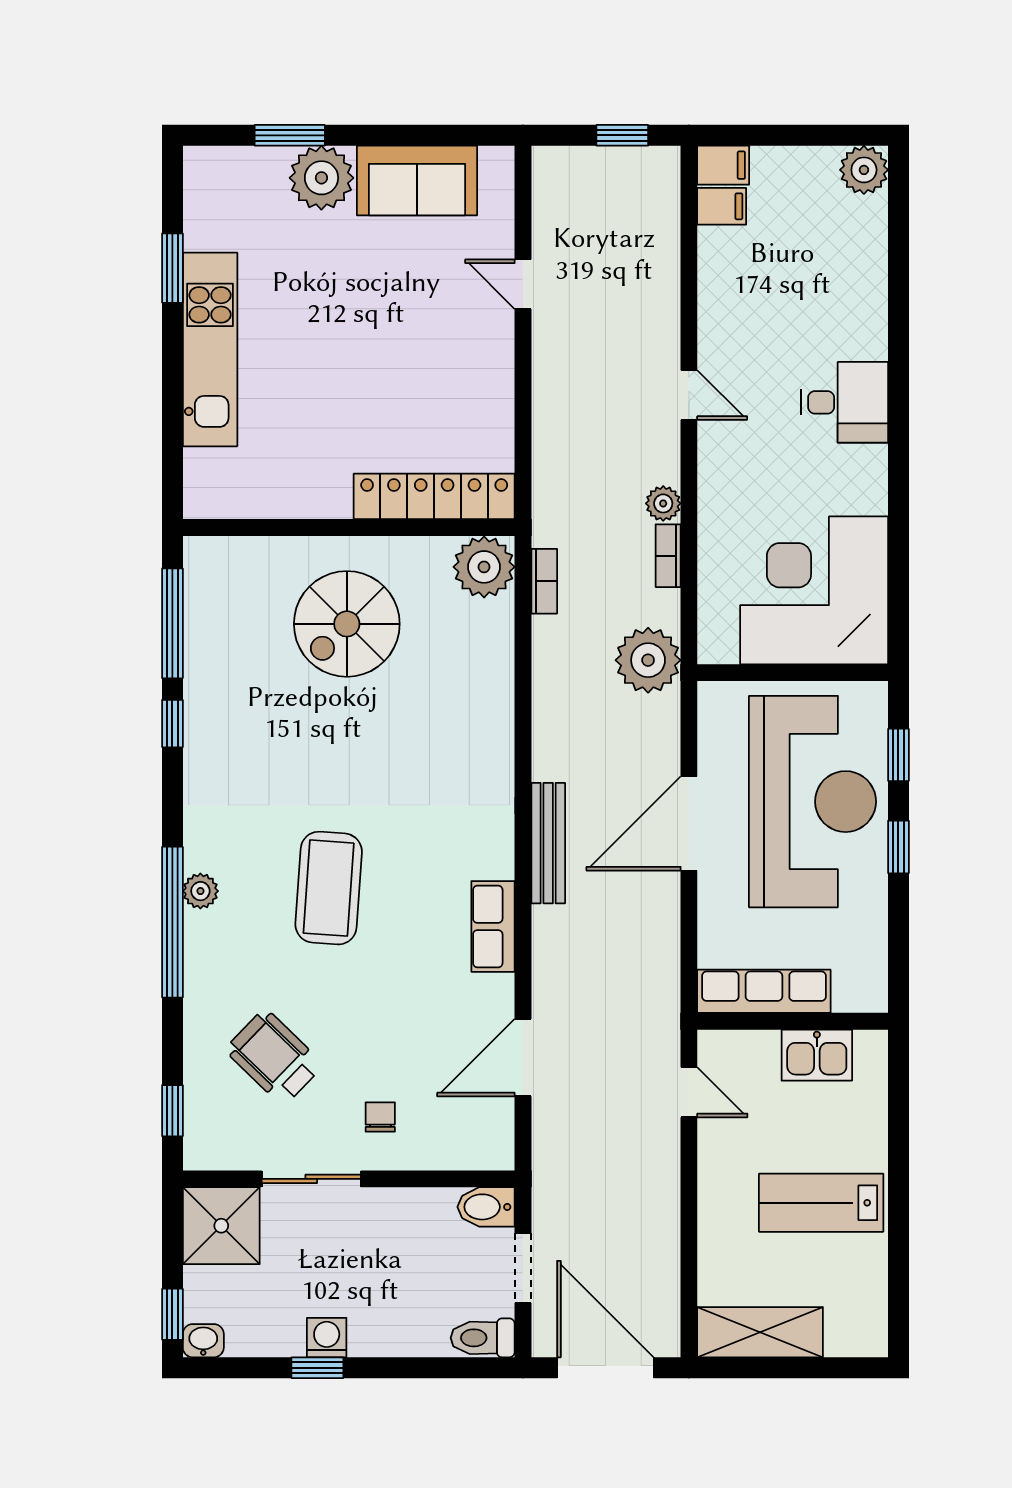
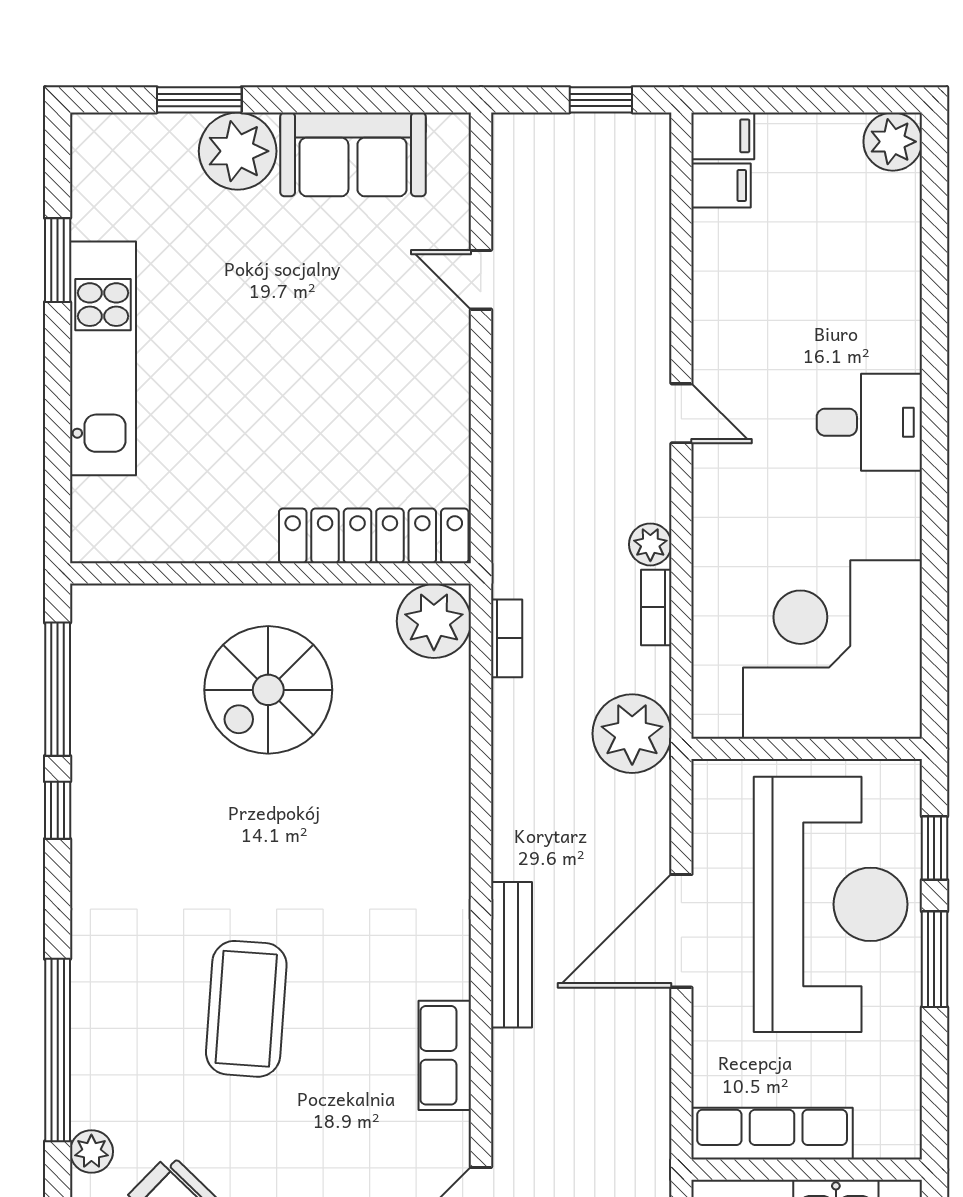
window: (898, 847) -> (934, 959), width x1.50
plant: (200, 891) -> (91, 1151), moved

